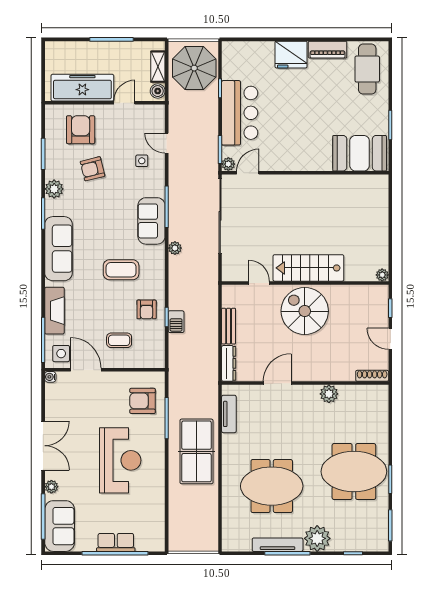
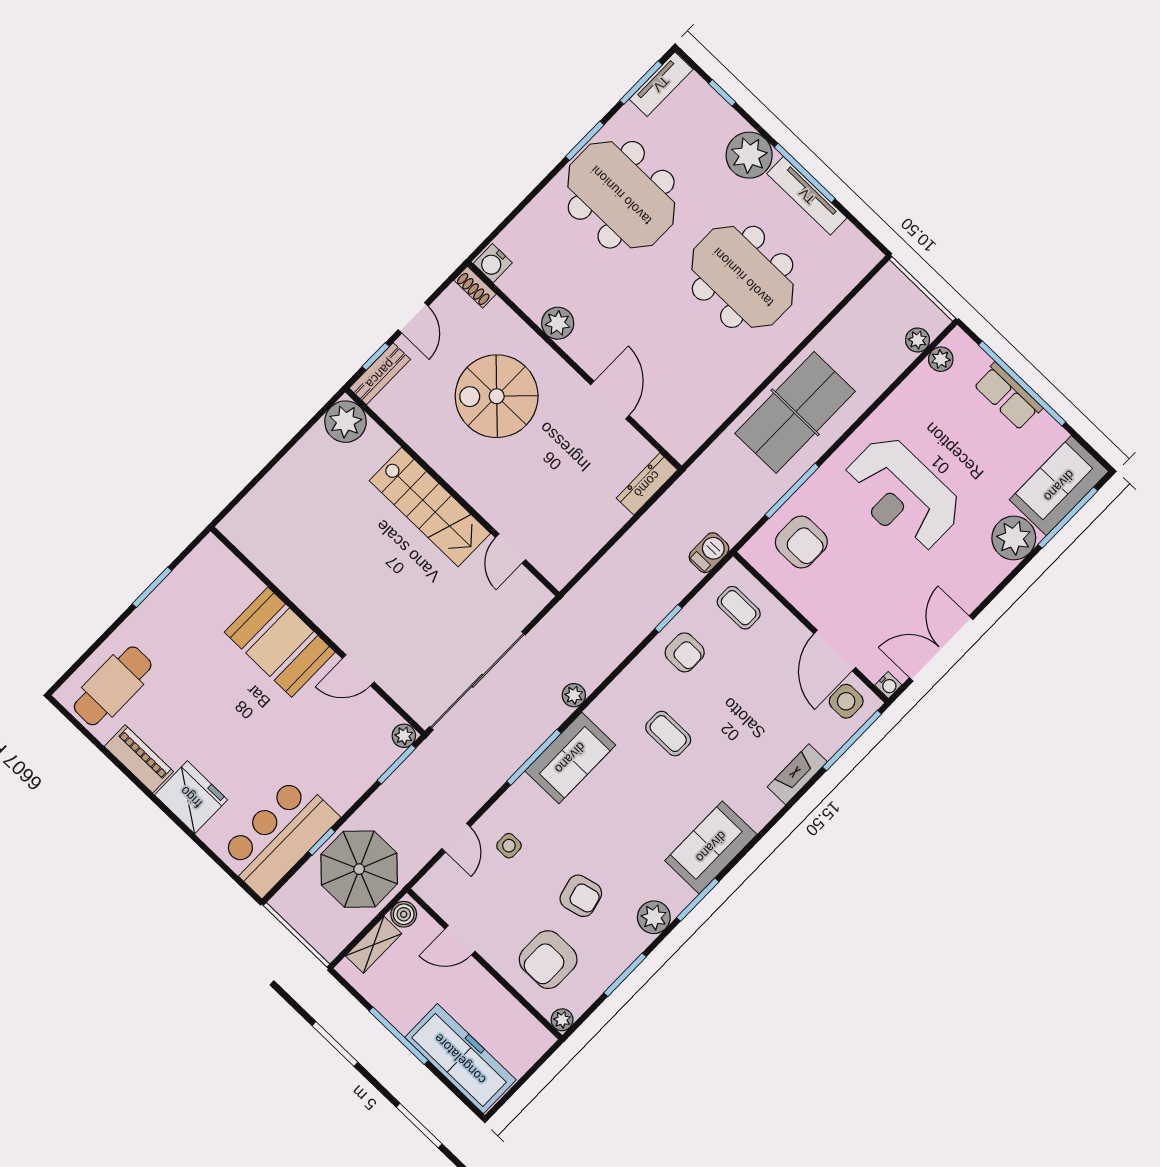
parasol: (194, 68) -> (359, 869), moved
freezer: (82, 88) -> (460, 1059), moved, turned 180
plant: (51, 111) -> (562, 1020), added
bar counter: (240, 113) -> (279, 836), moved
booth: (360, 153) -> (280, 642), moved
door: (248, 173) -> (358, 670), moved
sofa: (59, 249) -> (711, 847), width x0.73
coffee table: (121, 270) -> (668, 734), width x0.73, depth x0.77
plant: (382, 275) -> (346, 422), width x1.87, depth x1.87
armchair: (147, 309) -> (685, 652), turned 90
fireplace: (54, 311) -> (797, 774), width x0.73, depth x0.76
spiral stairs: (305, 311) -> (497, 396), moved, turned 90
barbecue: (176, 322) -> (709, 553), moved
bench: (229, 326) -> (380, 374), moved
coffee table: (119, 340) -> (739, 608), moved
shoe rack: (372, 376) -> (475, 287), width x0.70
door: (277, 383) -> (610, 400), swing flipped
water cooler: (379, 393) -> (493, 263), added
tv unit: (229, 414) -> (661, 84), moved, turned 180
double door: (43, 446) -> (941, 649), moved
reception desk: (120, 460) -> (902, 494), turned -90
plant: (51, 487) -> (1014, 538), width x1.87, depth x1.87
plant: (175, 530) -> (917, 340), added
plant: (158, 531) -> (941, 359), added

